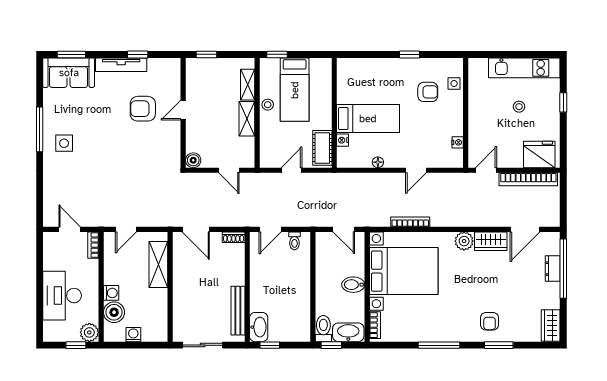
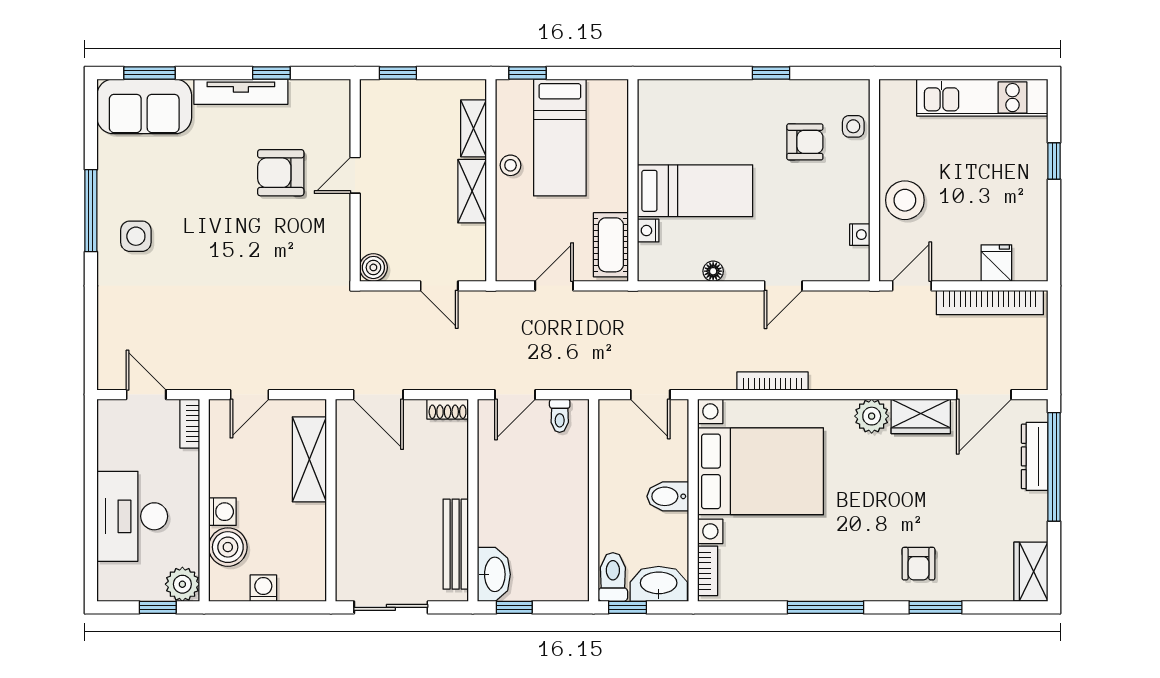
stool: (519, 107) -> (905, 200), moved, width x1.89, depth x1.89
fridge: (539, 154) -> (996, 263), width x0.53, depth x0.75
dresser: (553, 269) -> (1035, 456), width x1.44

